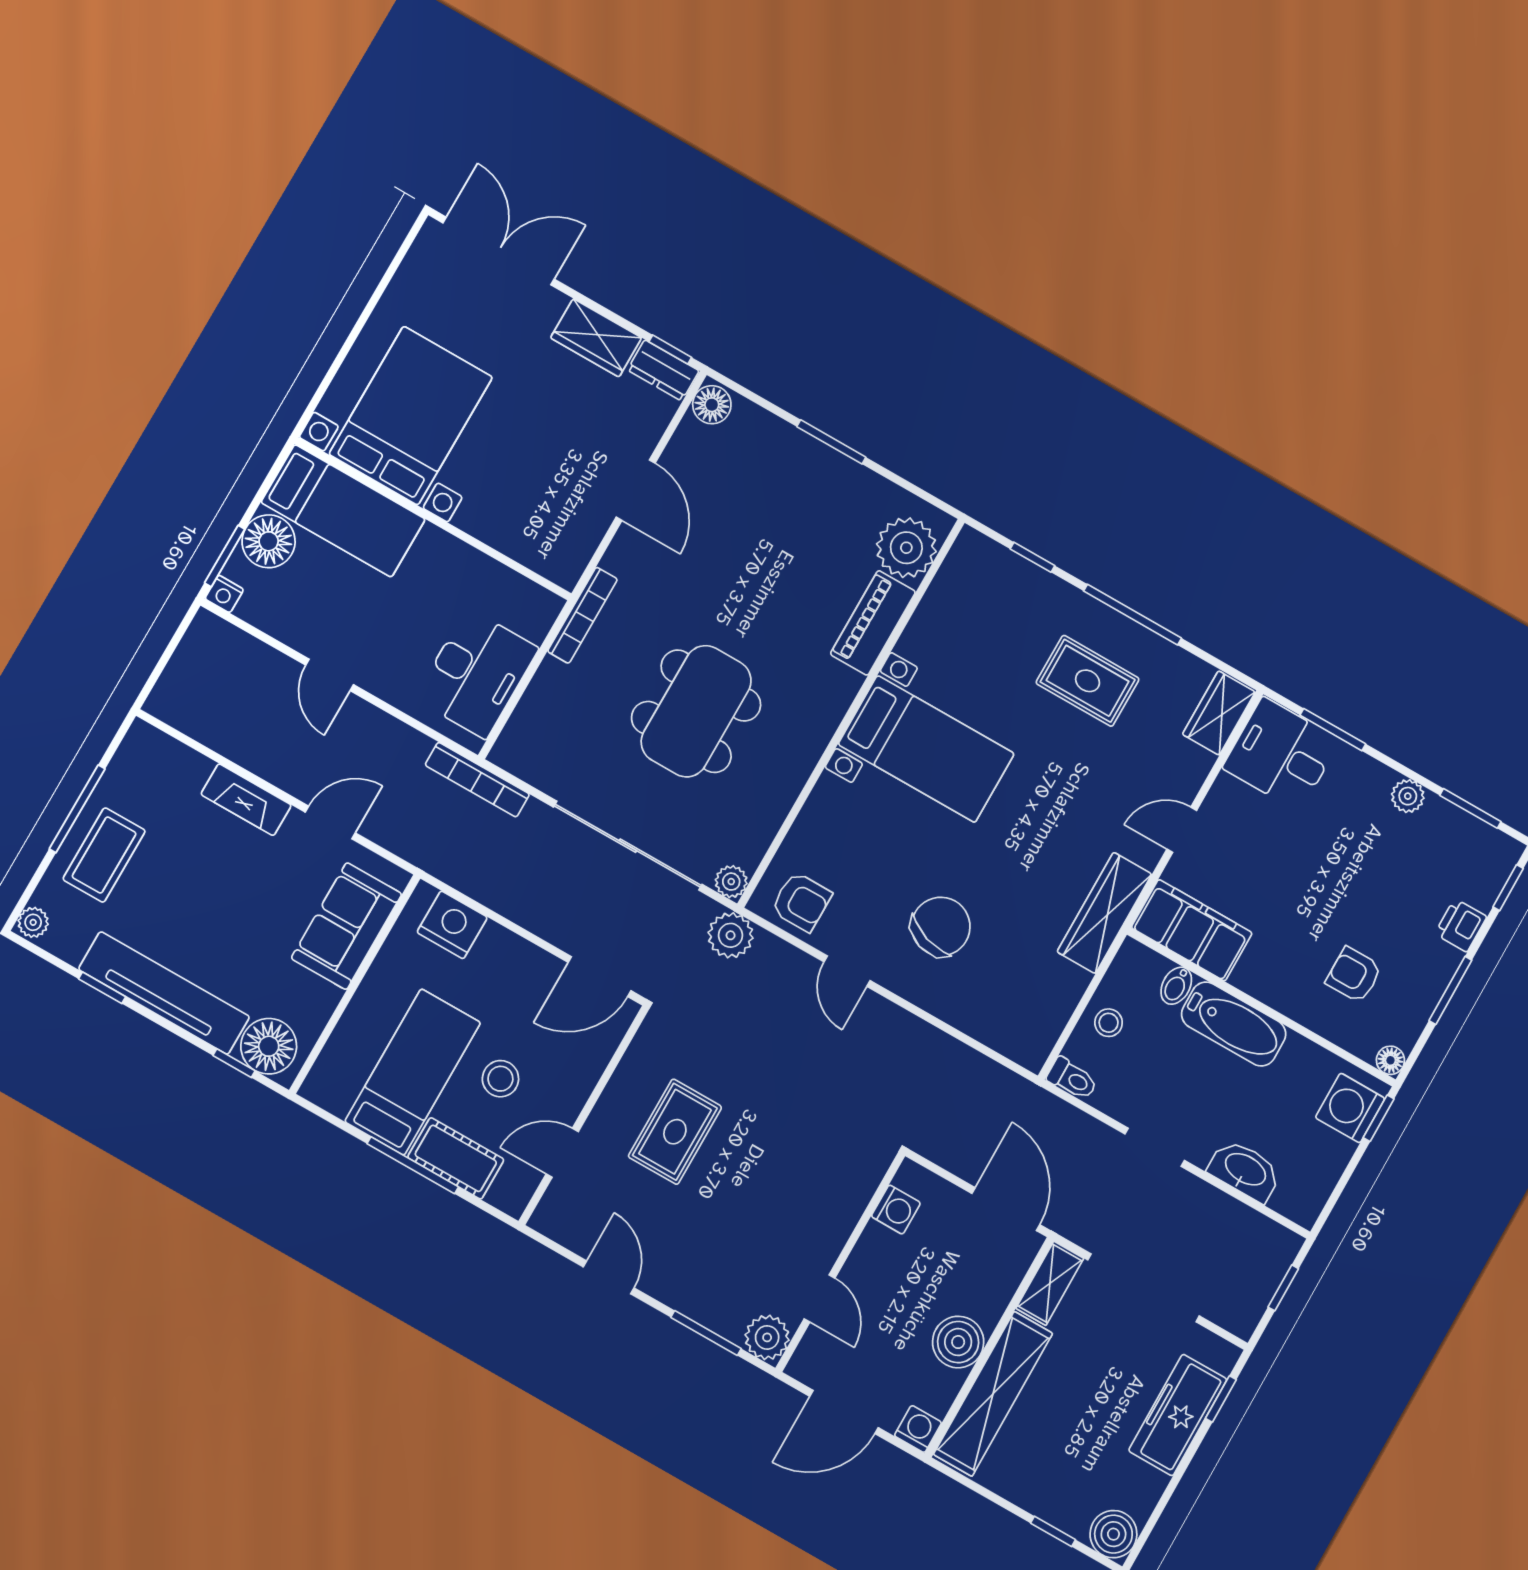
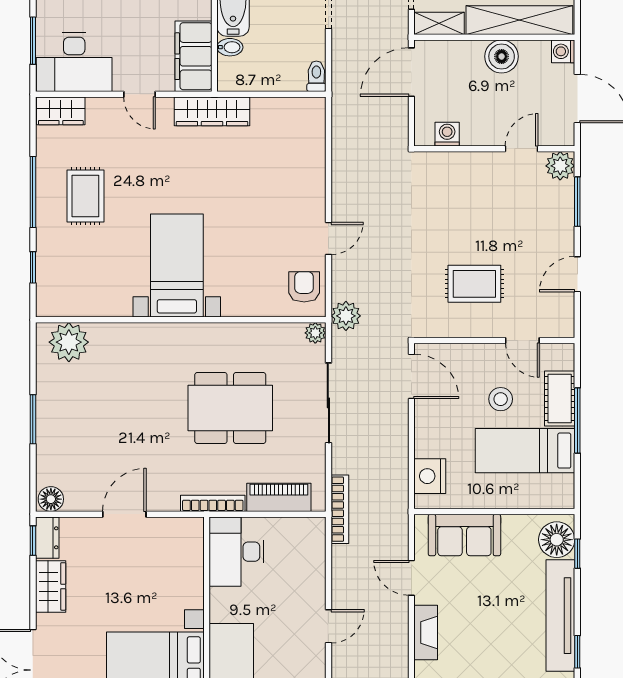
piano: (873, 623) -> (279, 497), moved, turned 180
desk: (477, 673) -> (237, 552), moved, turned -90
desk: (1281, 754) -> (74, 62), width x1.37
sliding door: (628, 846) -> (328, 403), width x0.73
chair: (941, 927) -> (273, 200), removed
stool: (1109, 1023) -> (273, 74), removed

